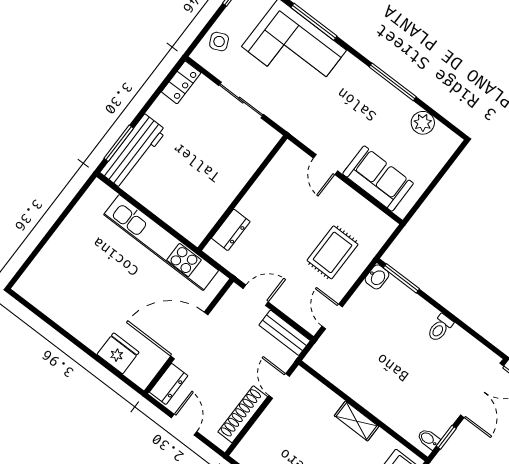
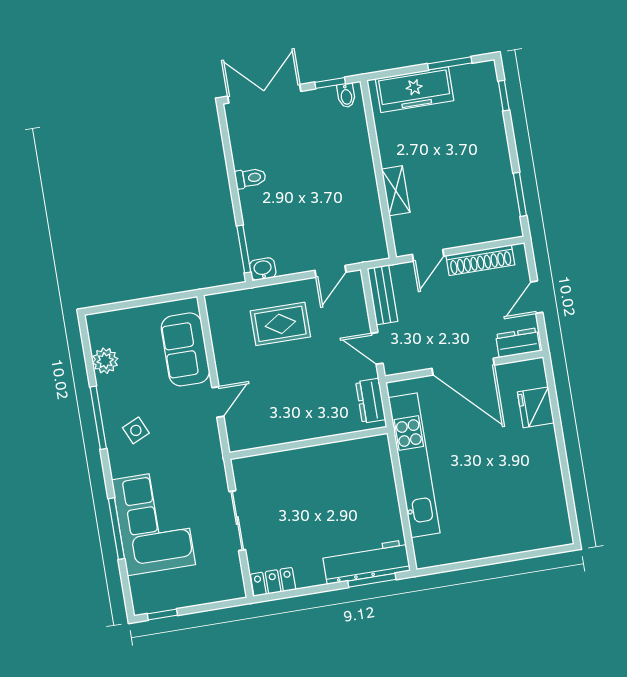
side table: (219, 41) -> (136, 430), moved
dresser: (231, 230) -> (371, 401), moved, turned -90
shelving: (357, 421) -> (396, 191), moved

